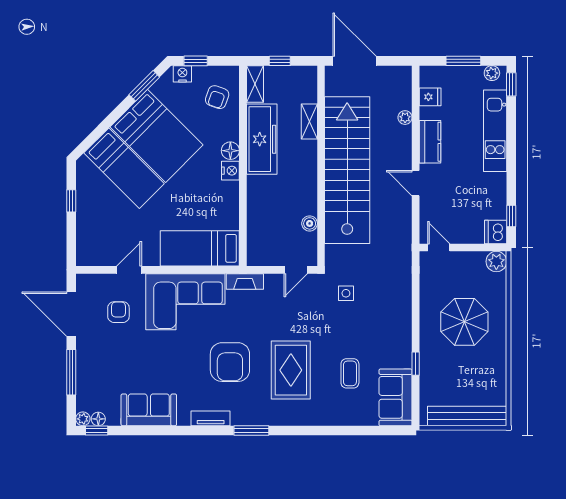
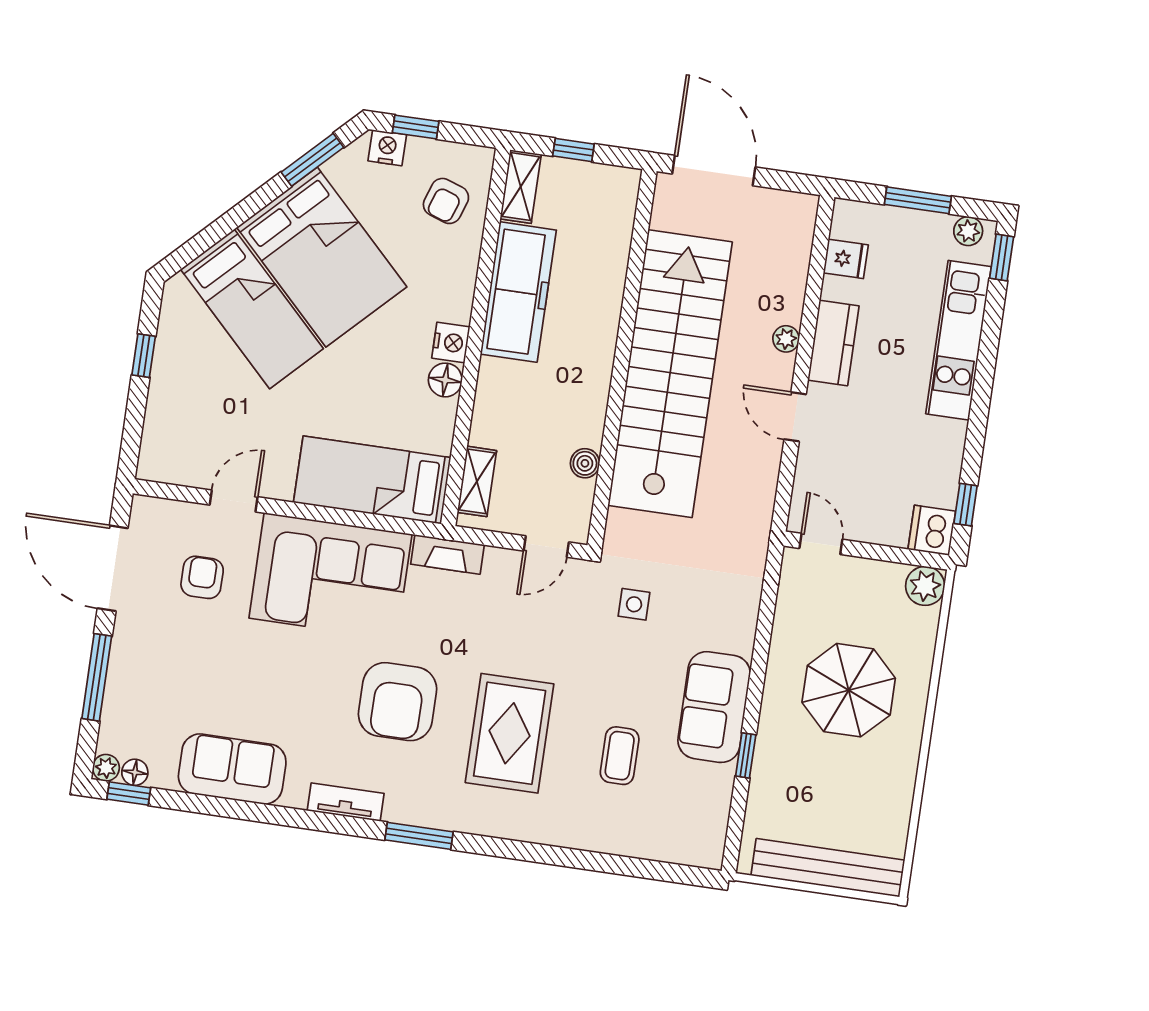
plant: (405, 118) -> (786, 339), moved
shelving: (309, 122) -> (477, 481), moved
floor lamp: (230, 151) -> (445, 380), moved
sofa: (396, 397) -> (714, 707), moved

